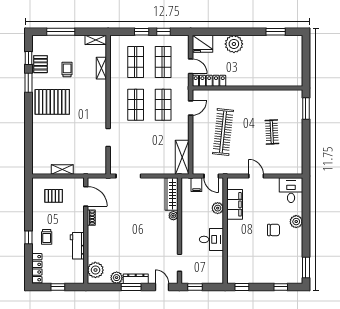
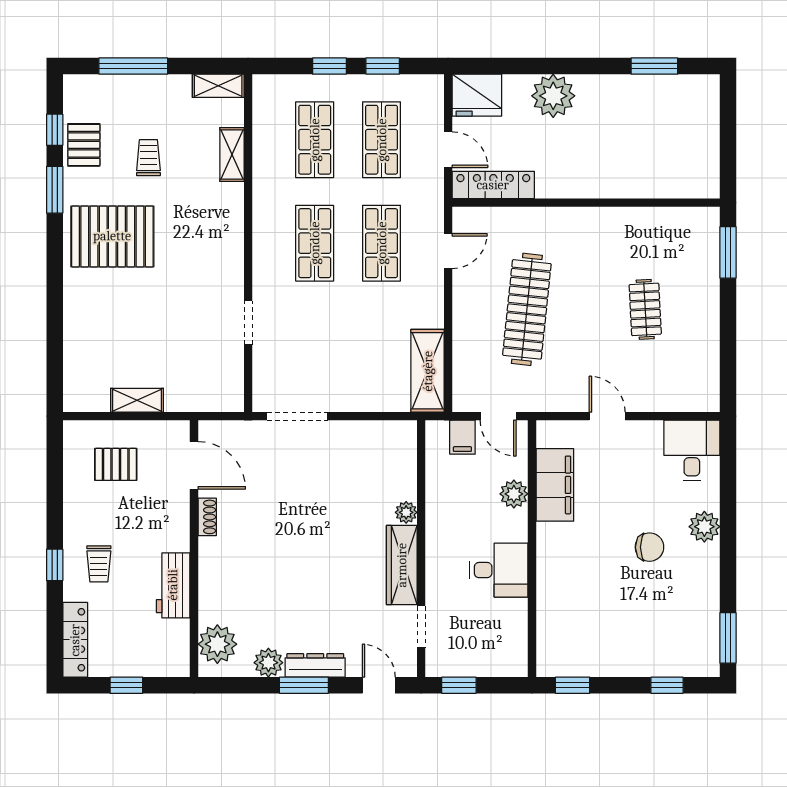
wardrobe: (171, 194) -> (402, 565), moved

